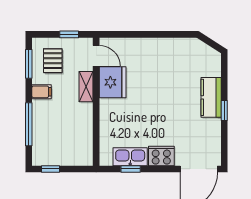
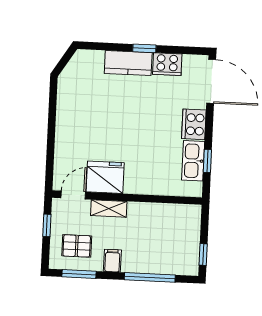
cooker: (212, 131) -> (167, 64), added

